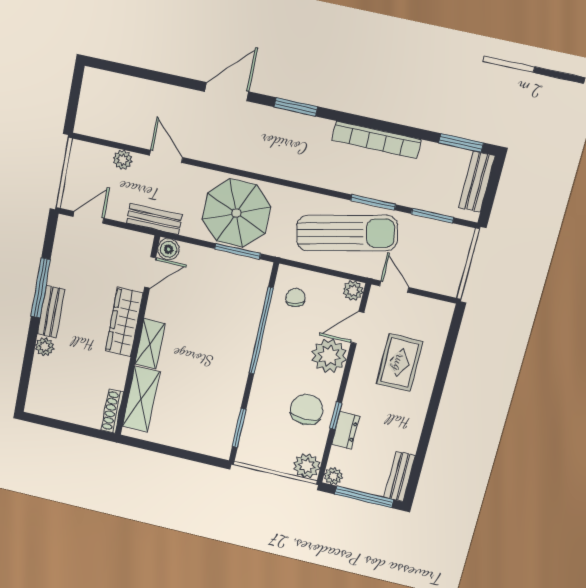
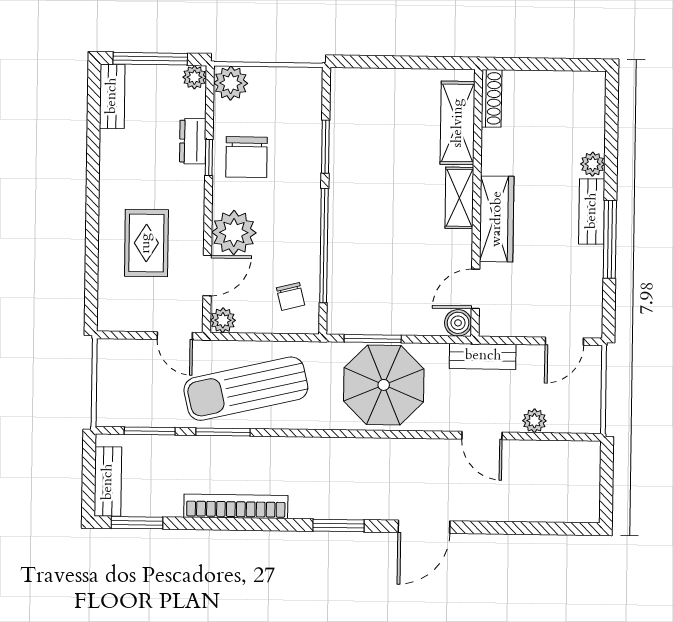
window: (239, 428) -> (325, 147), moved

